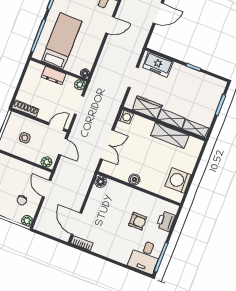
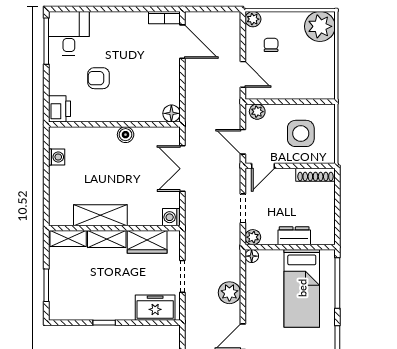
plant: (108, 56) -> (229, 293), added
side table: (25, 138) -> (301, 133), width x1.87, depth x1.87
washing machine: (178, 181) -> (57, 157), width x0.53, depth x0.53
printer: (166, 221) -> (59, 109), moved

